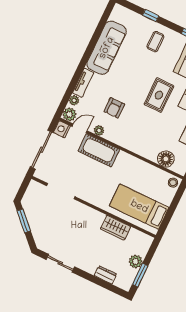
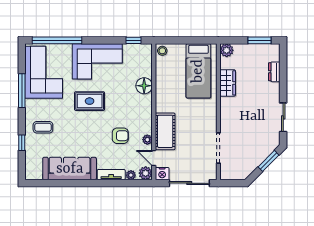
floor lamp: (166, 159) -> (144, 86), moved
window: (24, 221) -> (268, 161), moved
plant: (136, 262) -> (227, 50), moved

